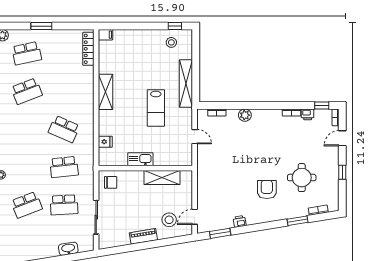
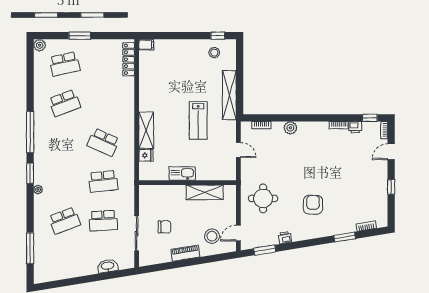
shelving: (106, 92) -> (146, 130), moved
round table: (302, 178) -> (263, 198), moved
chair: (111, 182) -> (164, 227), moved

